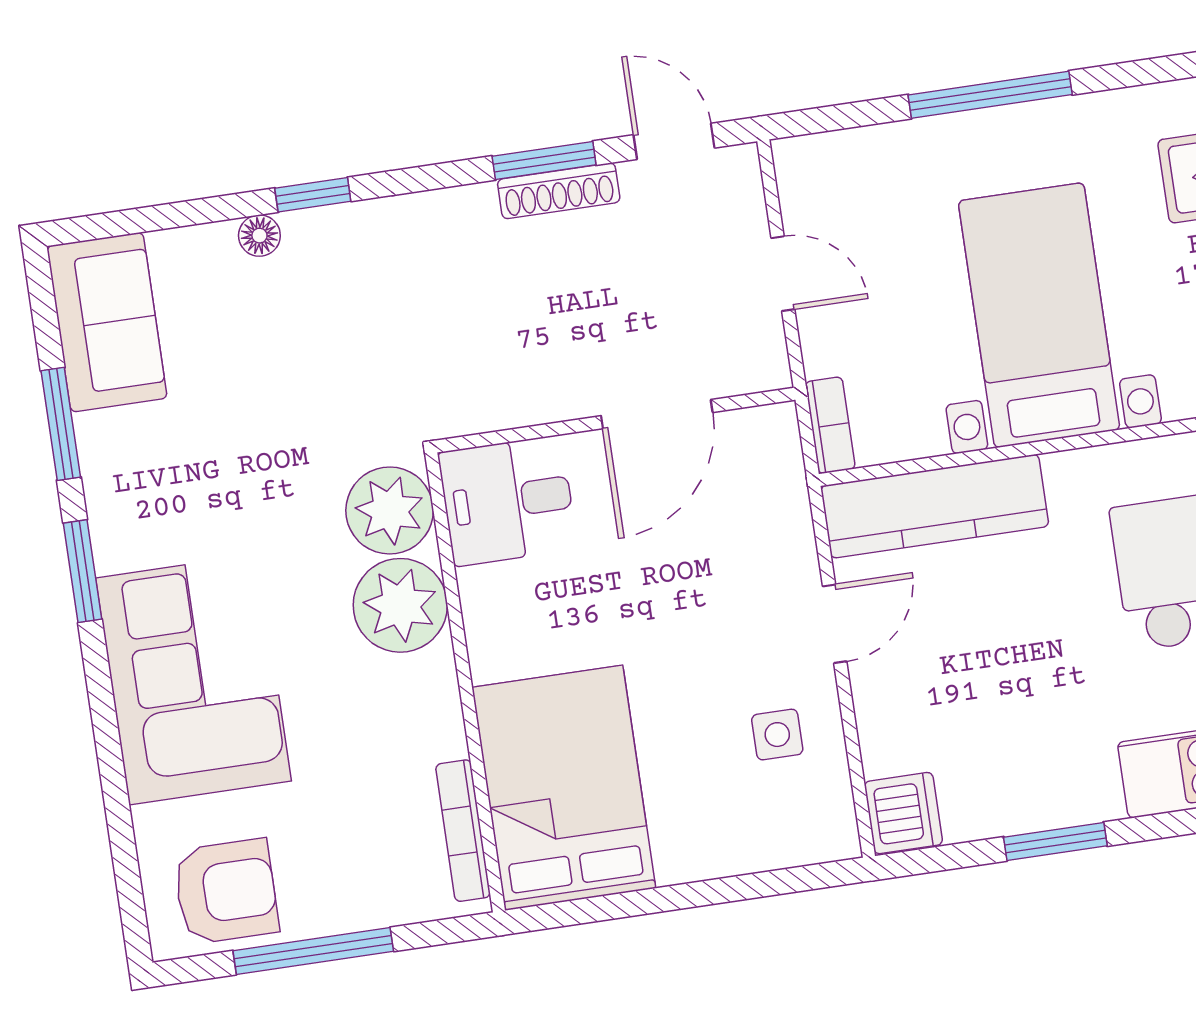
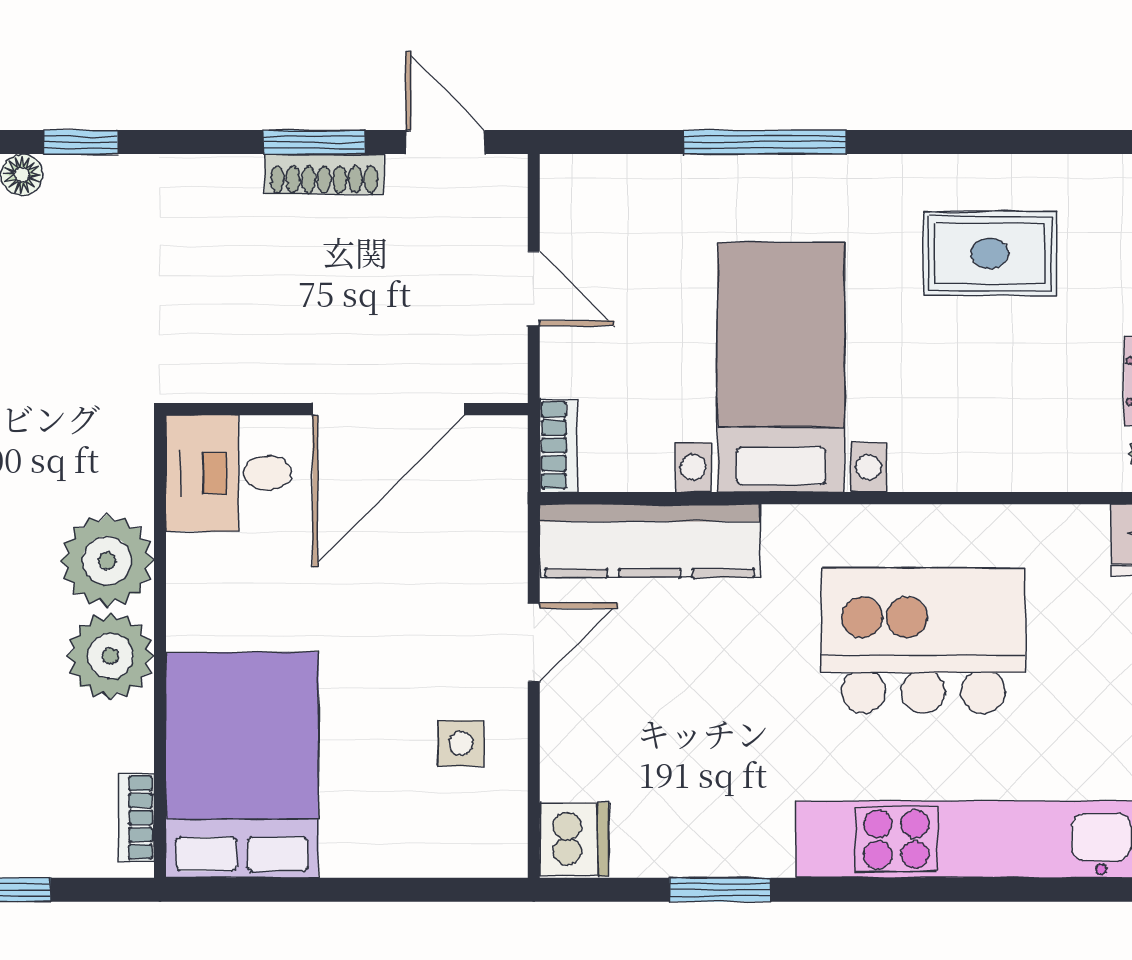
door: (657, 414) -> (389, 409), width x1.36
plant: (390, 510) -> (110, 656), moved
bookcase: (463, 831) -> (136, 818), width x0.64

